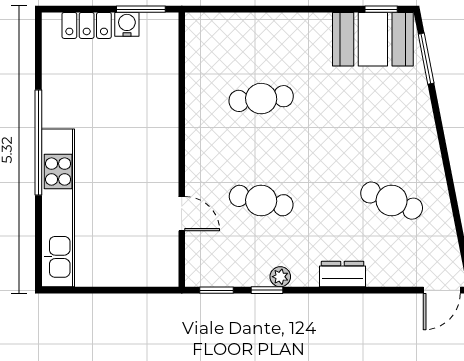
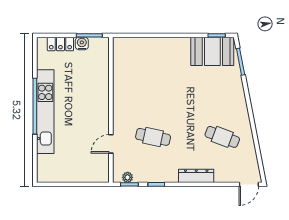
cafe table: (261, 99) -> (153, 83), removed
kitchen unit: (58, 208) -> (45, 112), moved
door: (182, 214) -> (111, 144), swing flipped
dresser: (343, 274) -> (196, 176), width x1.44
plant: (280, 277) -> (128, 177), moved

